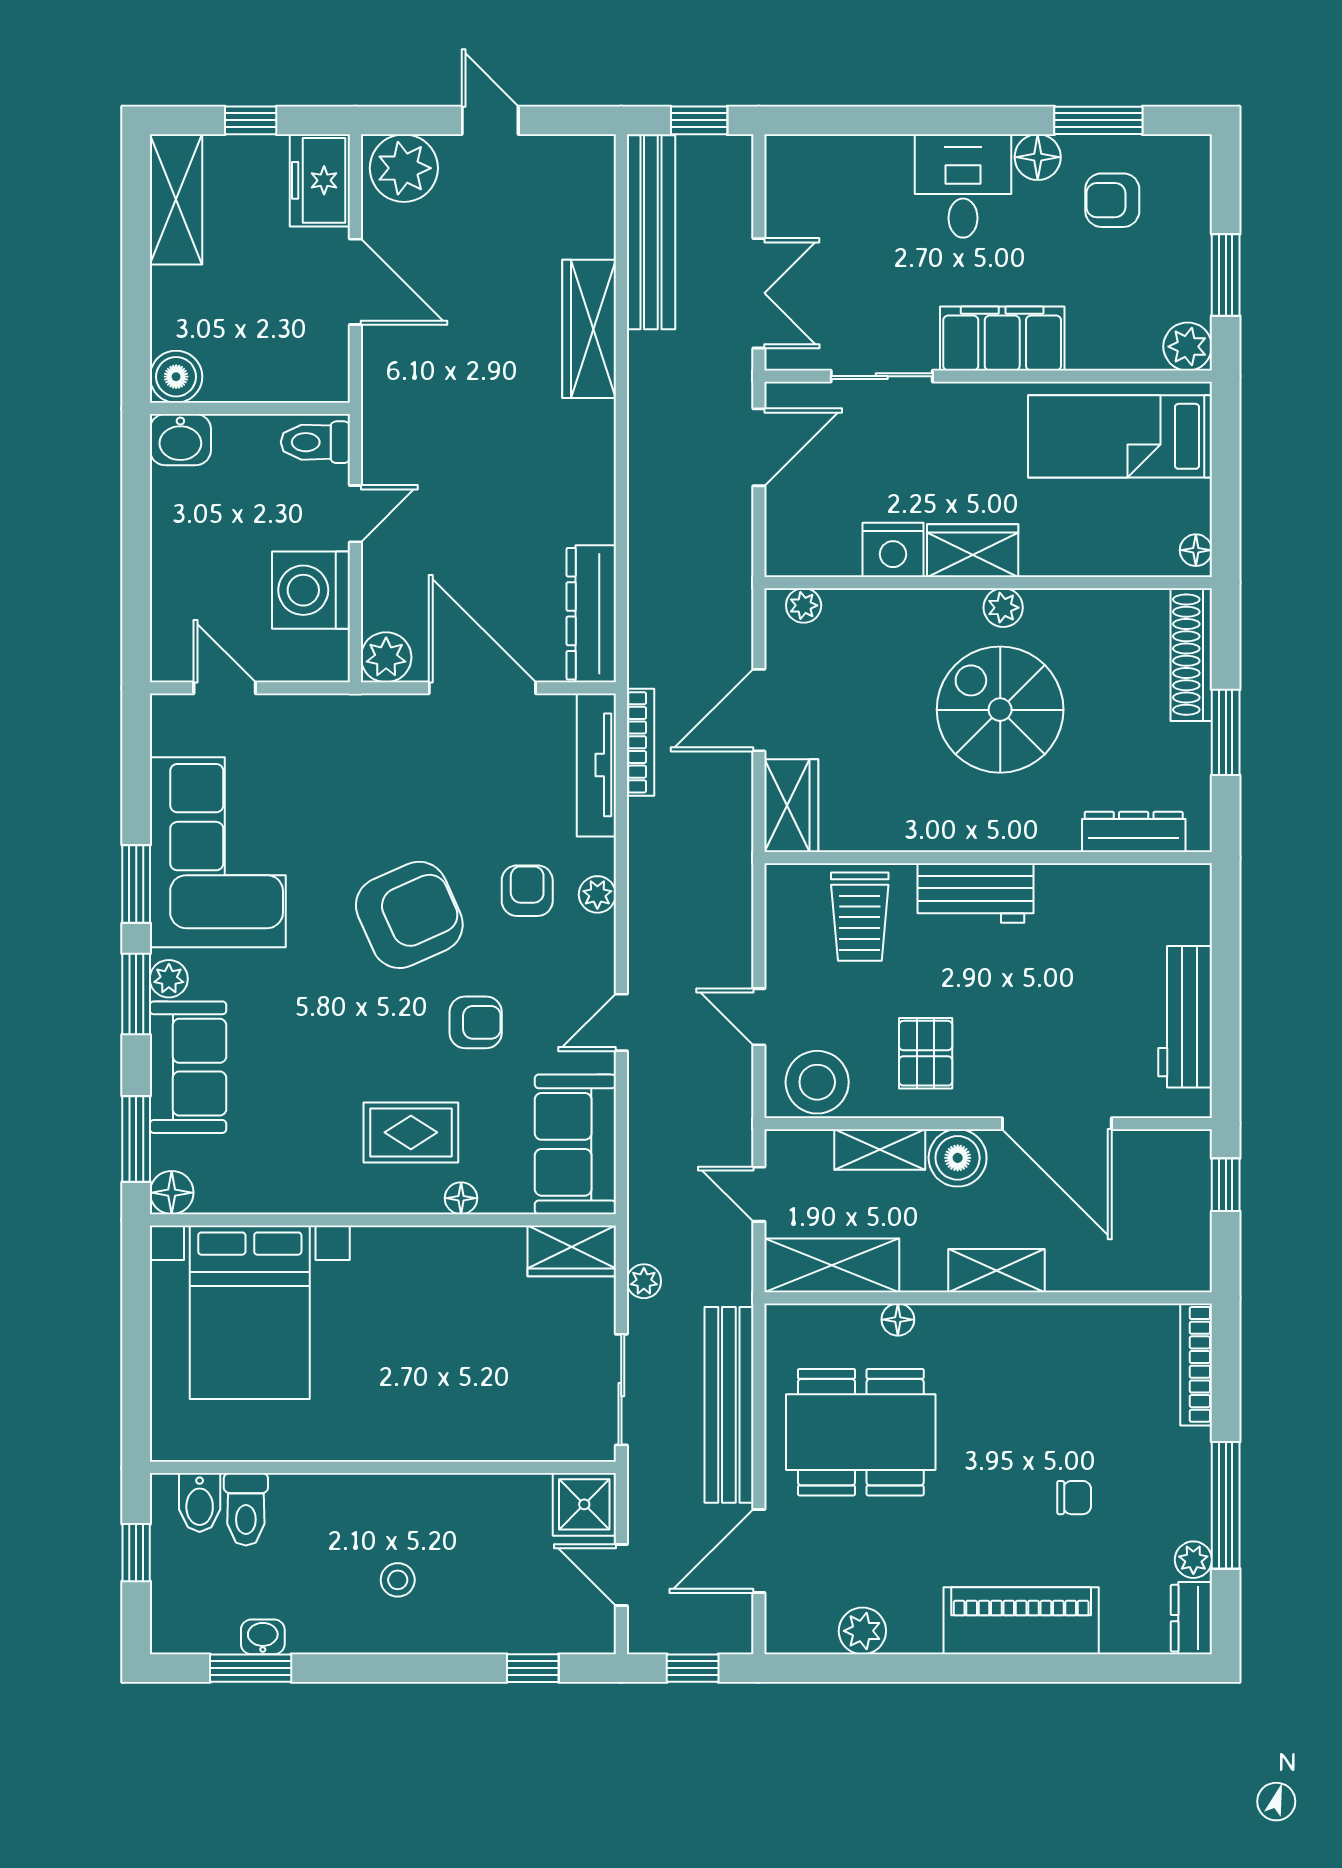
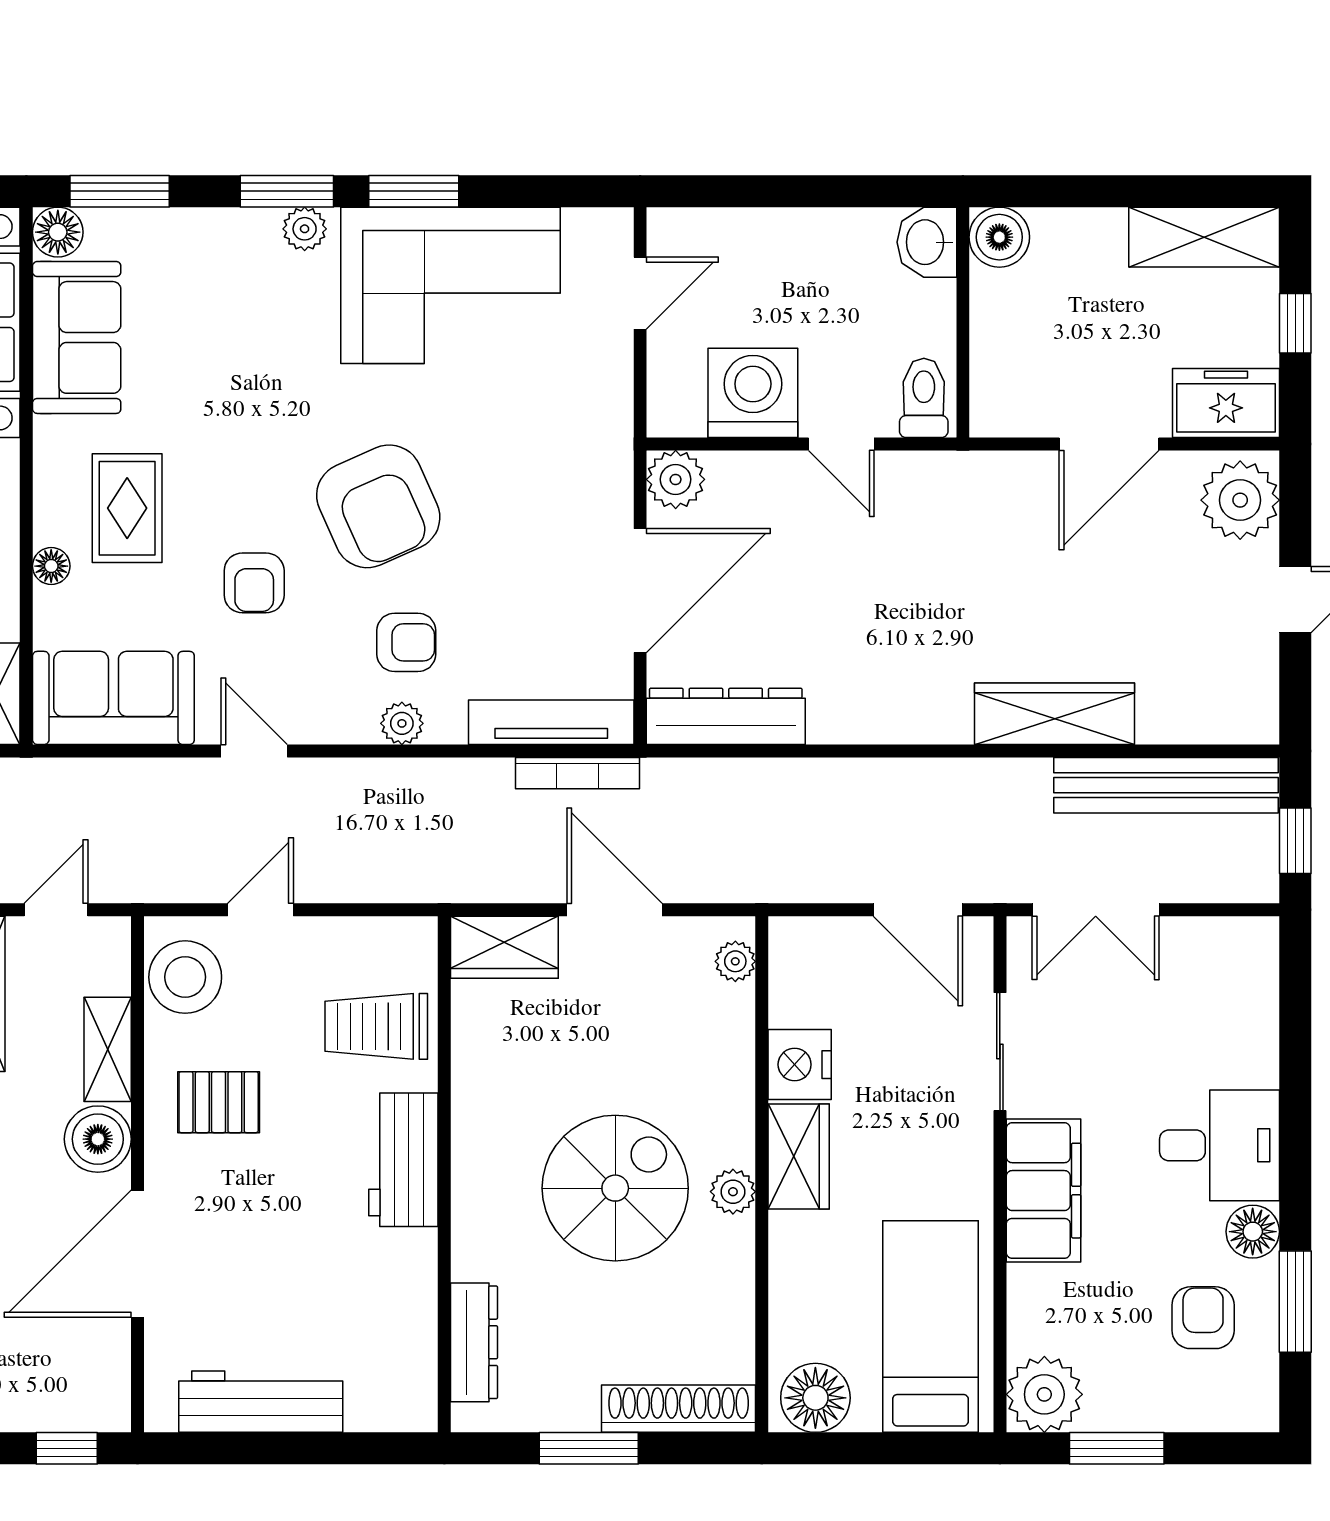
plant: (1188, 347) -> (1044, 1394), width x1.36, depth x1.36
floor lamp: (1196, 550) -> (815, 1398), width x1.89, depth x1.89
sofa: (188, 1067) -> (77, 337), moved, turned -90

